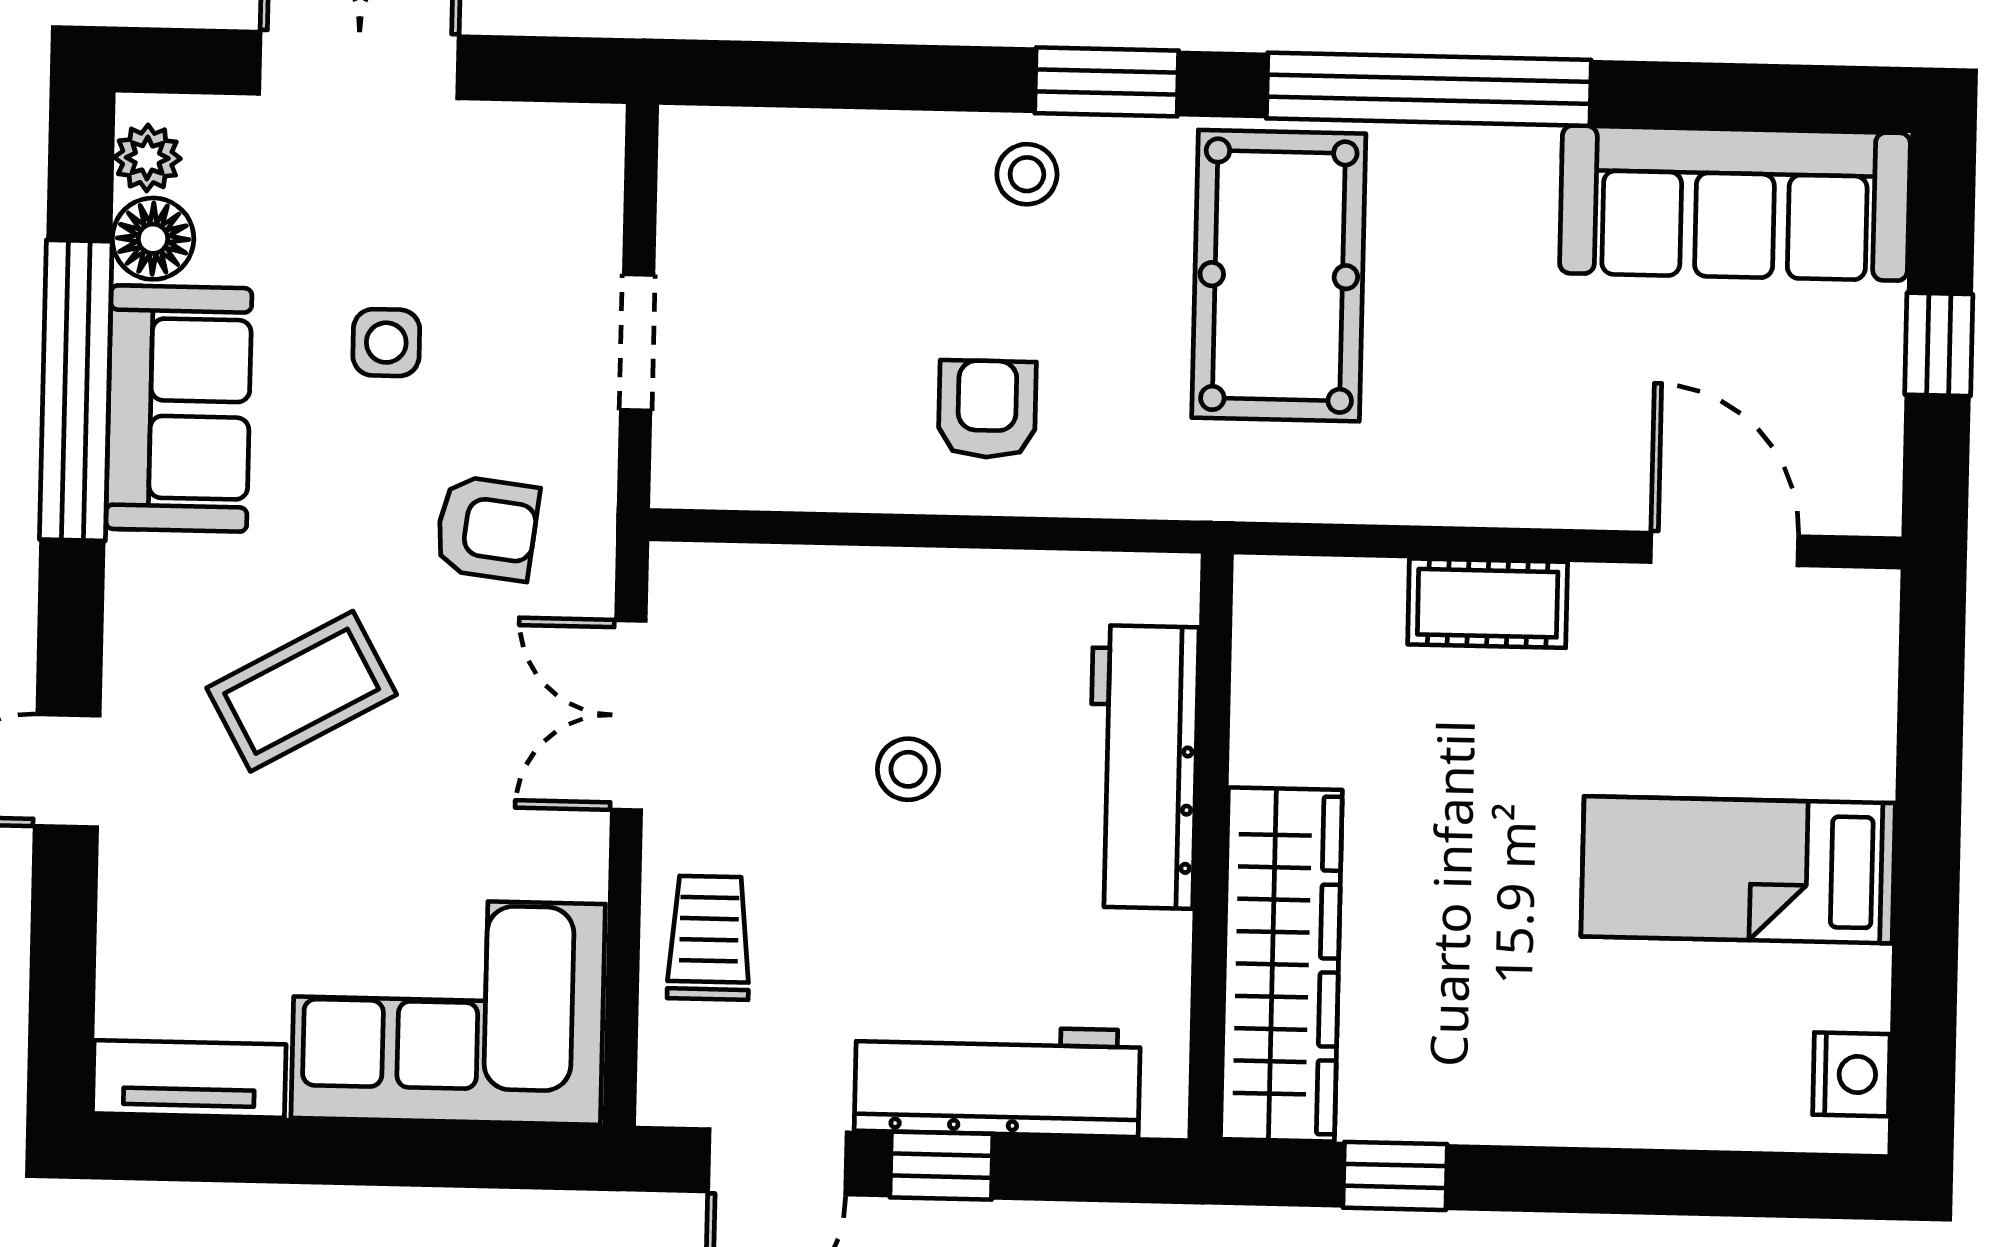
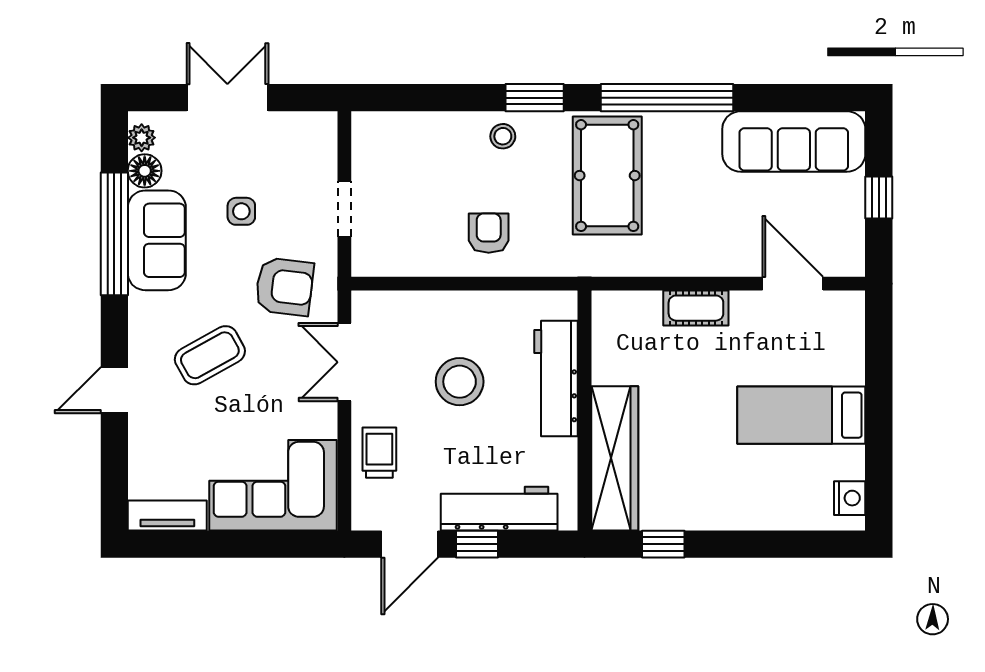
armchair: (487, 528) -> (284, 287), width x1.38, depth x1.38
stool: (908, 769) -> (460, 382), width x1.89, depth x1.89

